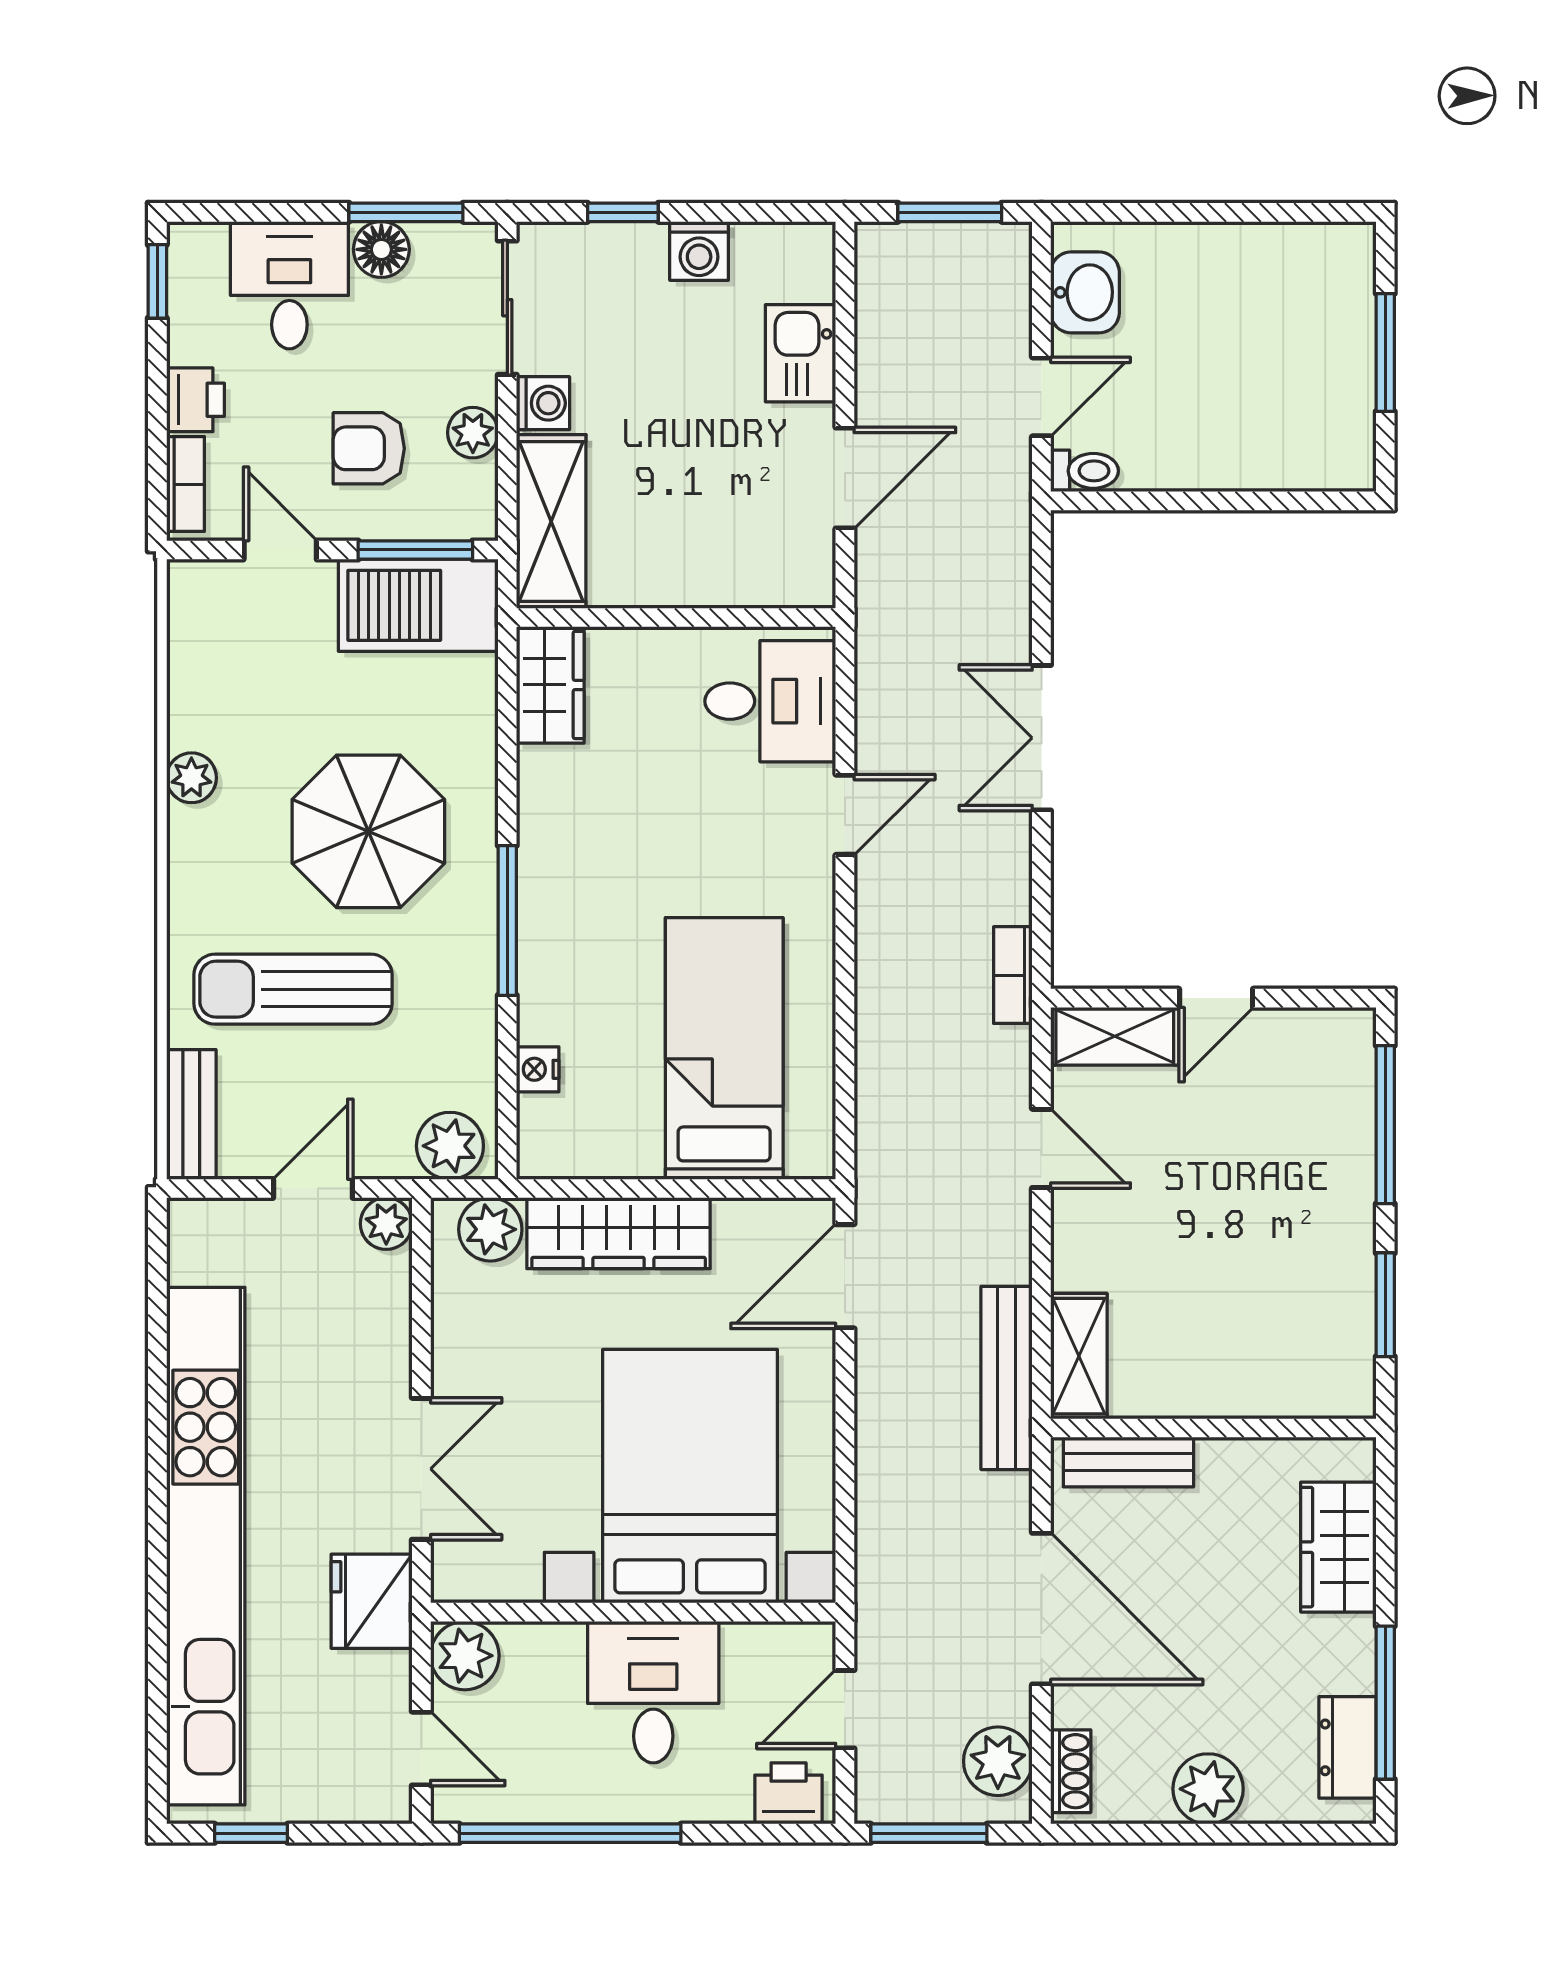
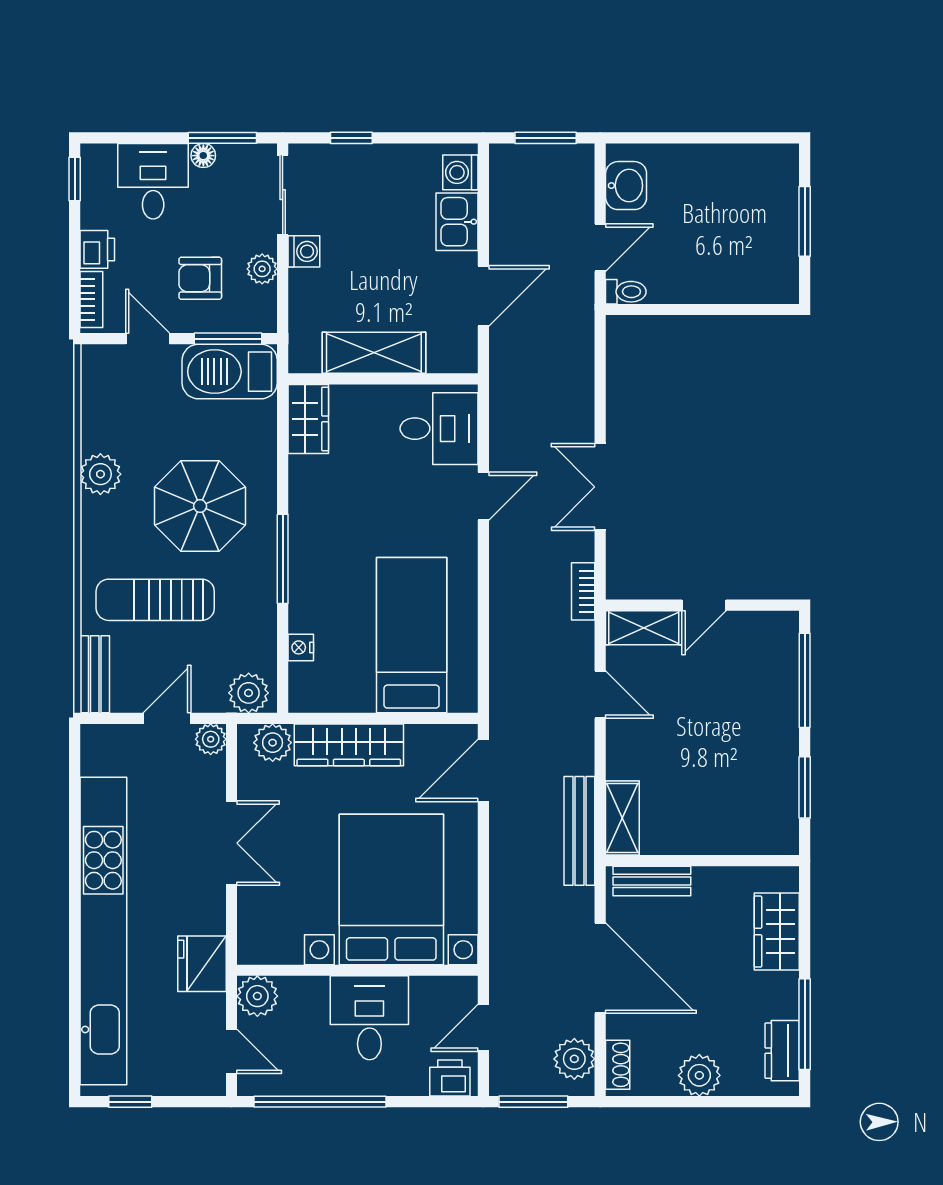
floor lamp: (381, 249) -> (203, 156), width x0.73, depth x0.73
washing machine: (699, 251) -> (460, 172), moved, turned 90
shelving: (551, 521) -> (374, 353), moved, turned 90
double door: (1041, 738) -> (600, 487), moved
plant: (191, 778) -> (100, 474), width x1.38, depth x1.38
double door: (421, 1469) -> (232, 843), moved

